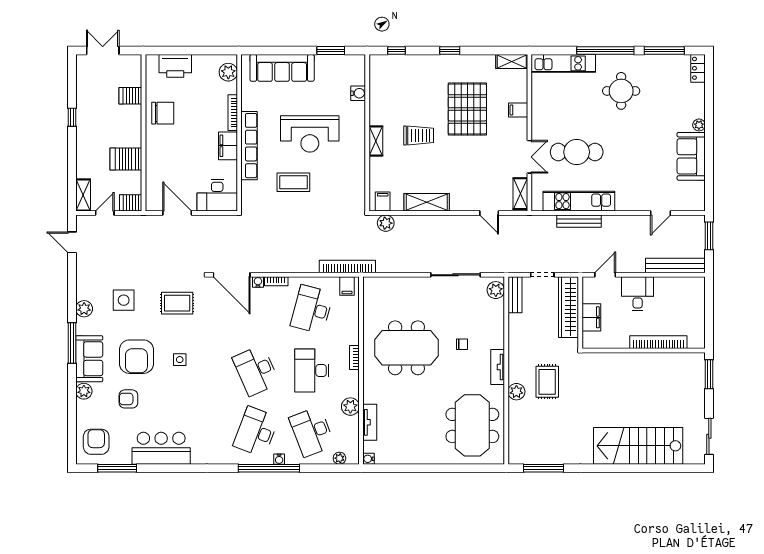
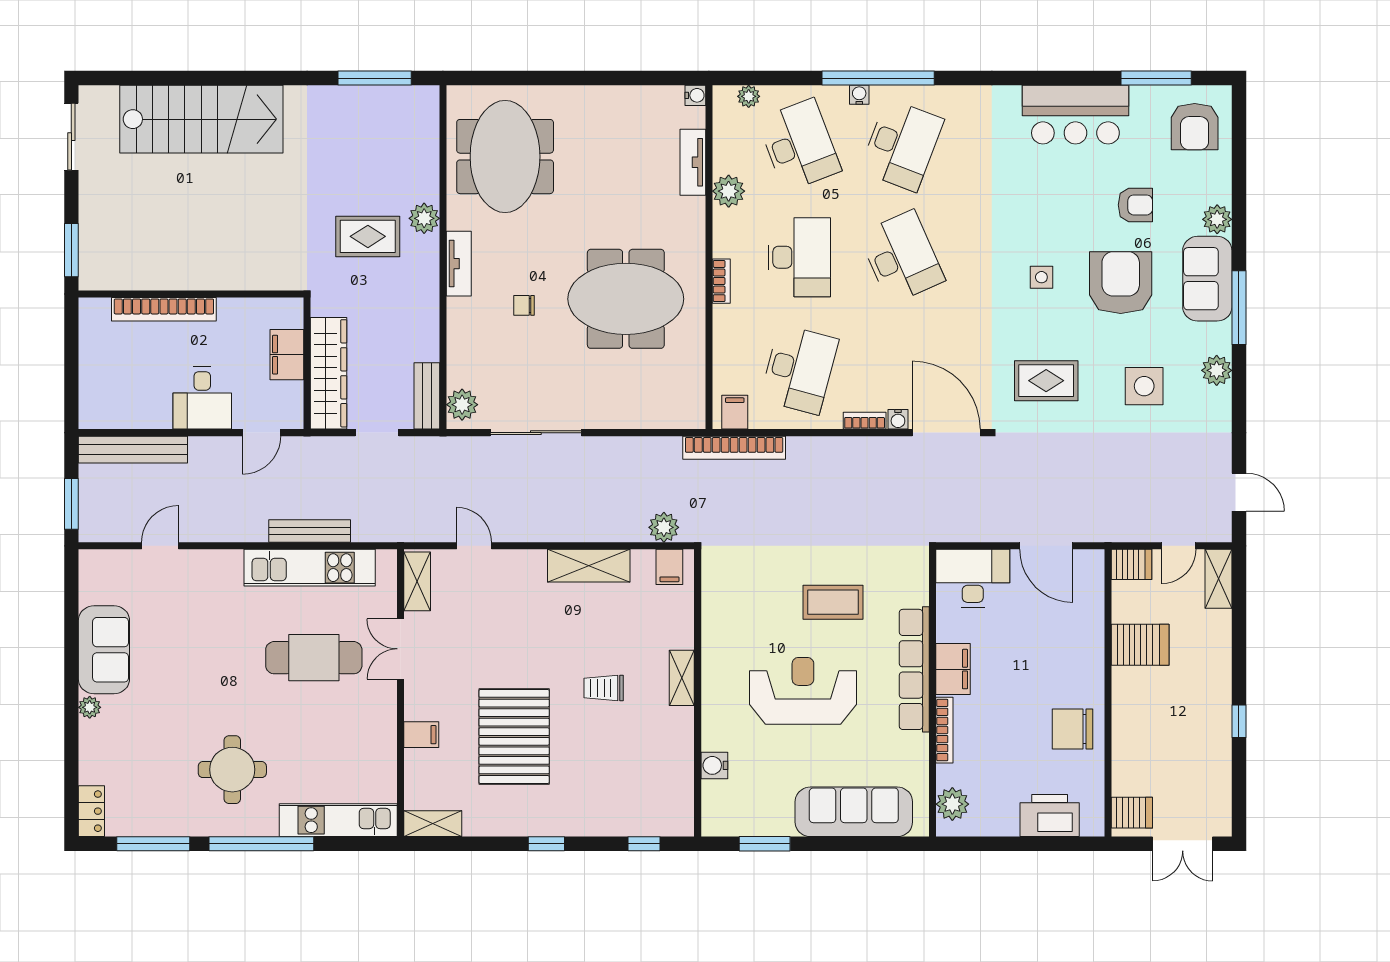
server rack: (130, 96) -> (1132, 813), moved
trolley: (419, 135) -> (604, 688), width x0.73, depth x0.72
rug: (547, 382) -> (368, 236), turned 90

